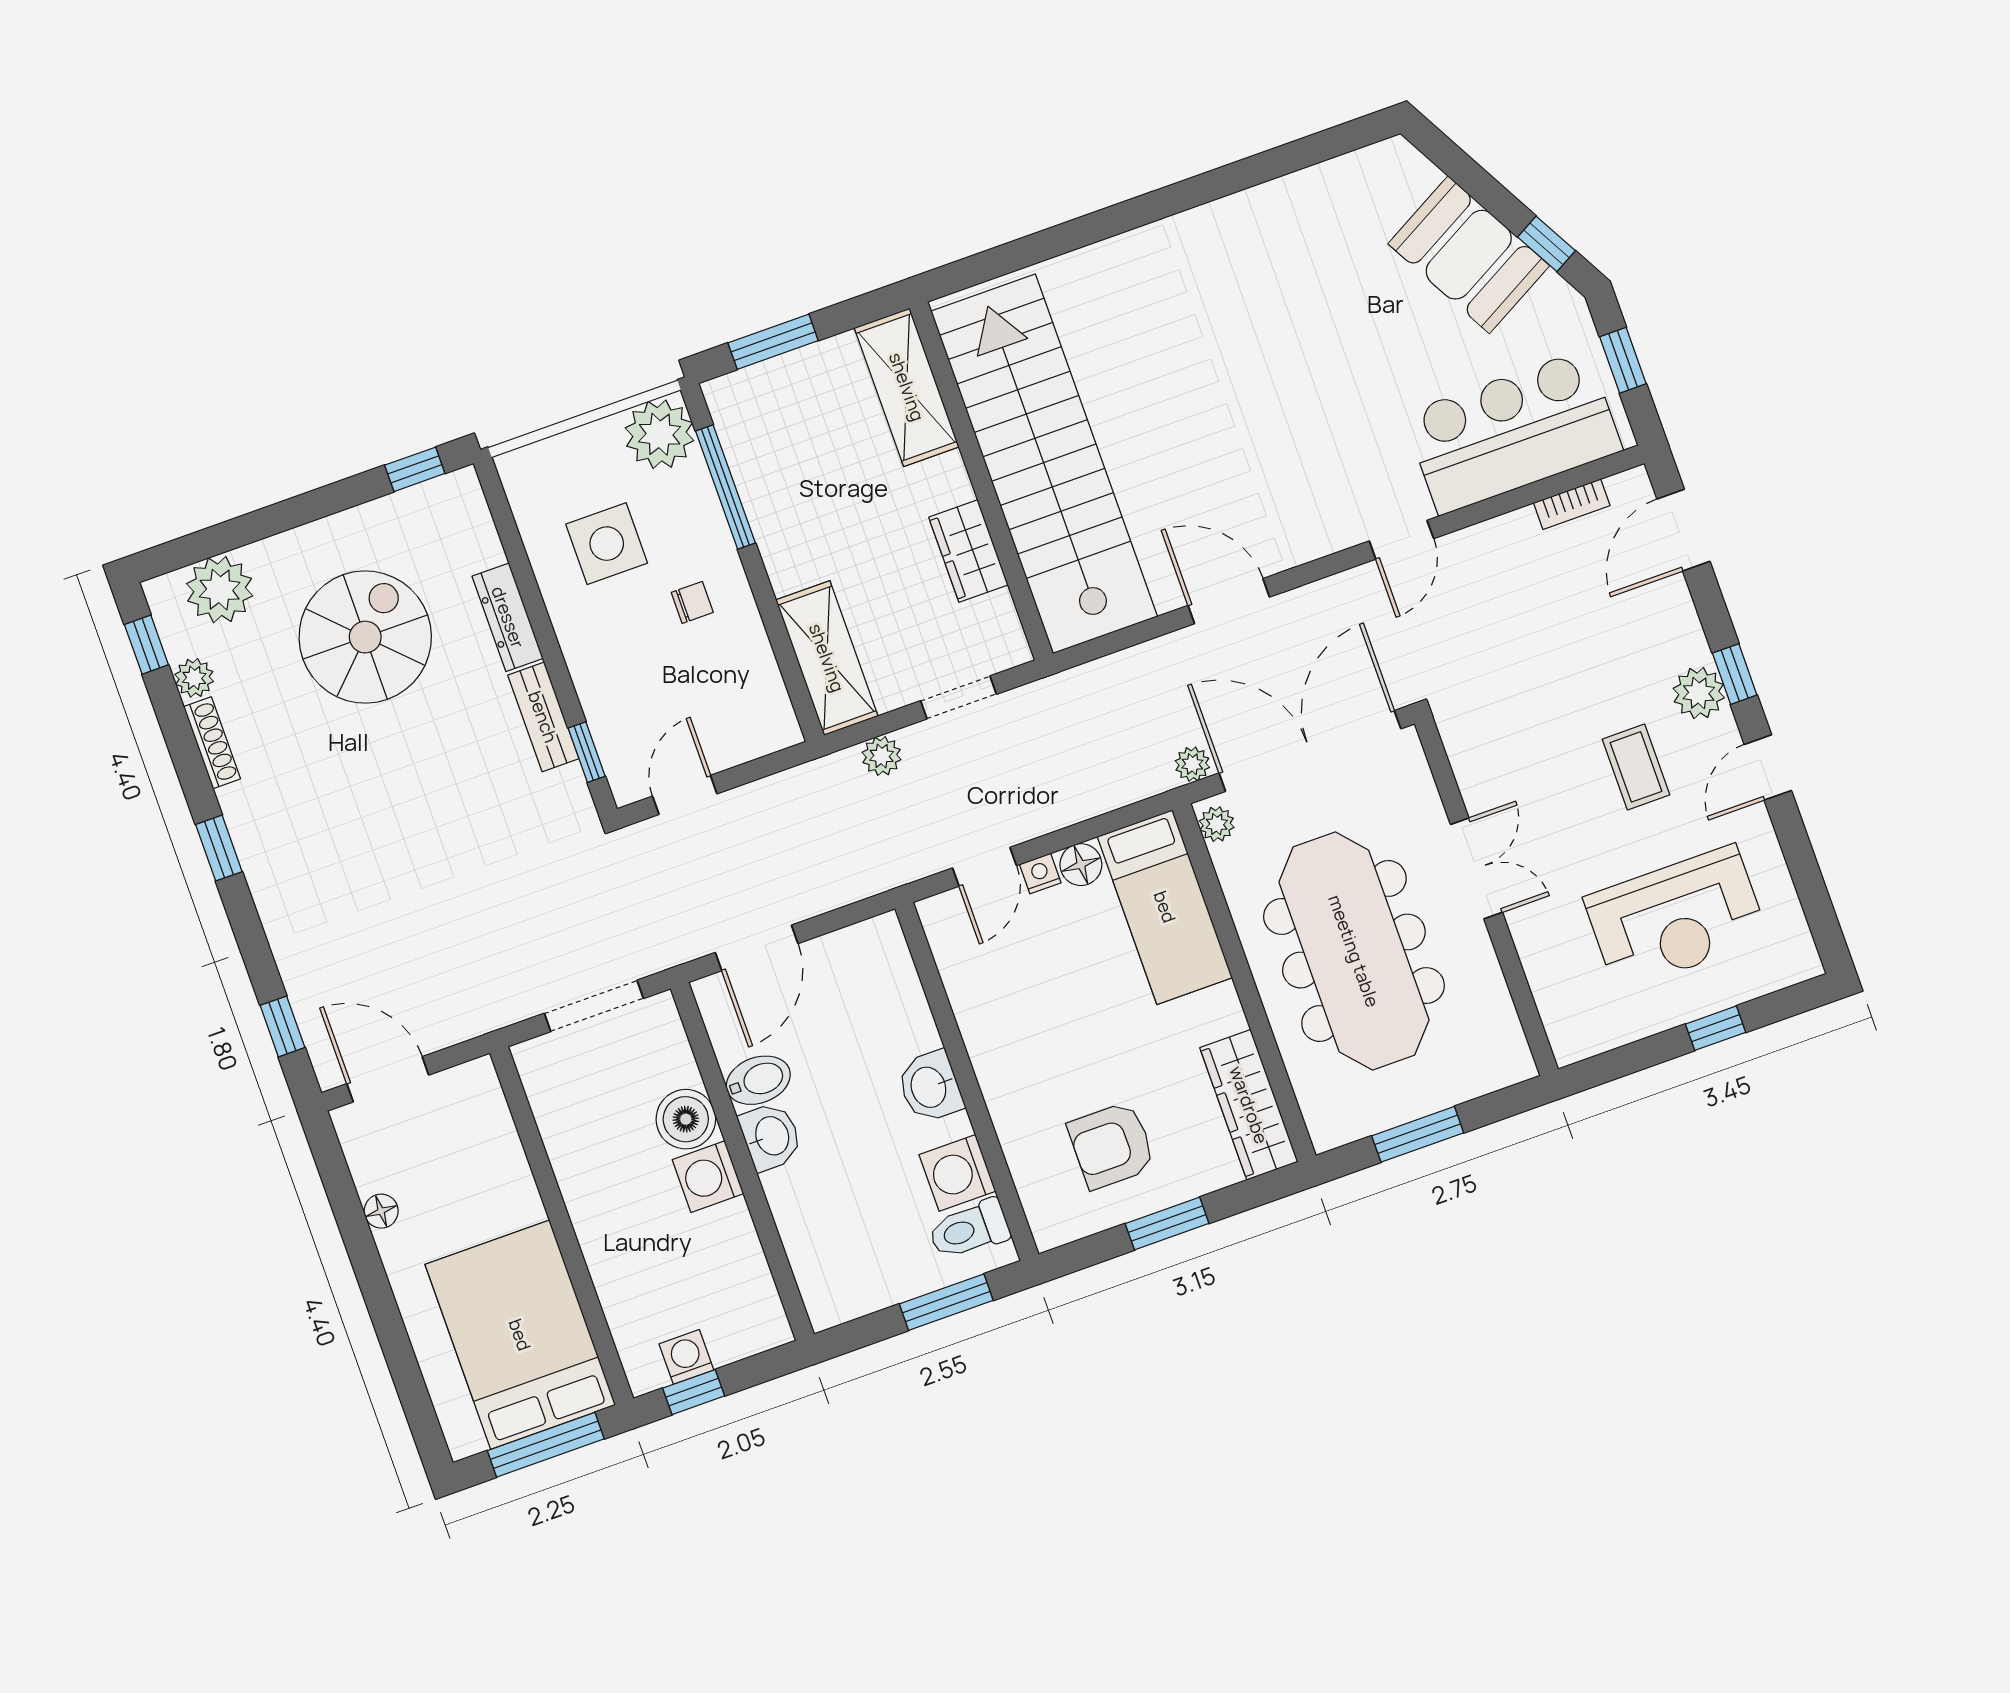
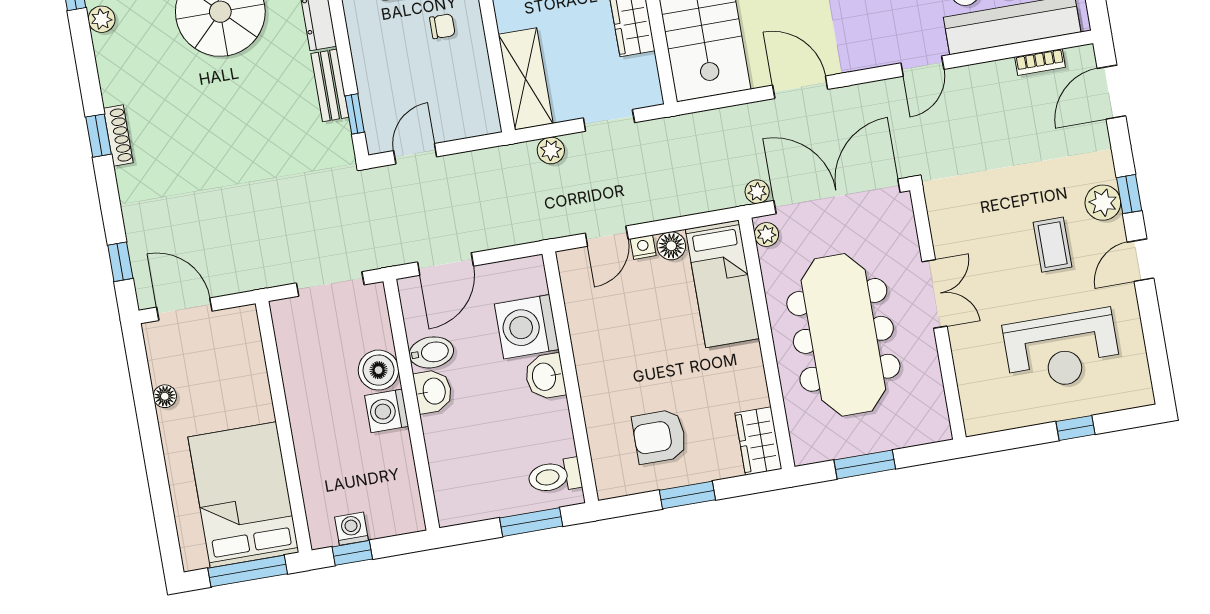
shoe rack: (212, 743) -> (118, 135), moved
wardrobe: (1249, 1105) -> (758, 441), width x0.67
washing machine: (957, 1173) -> (527, 327), moved, width x1.37, depth x1.37

